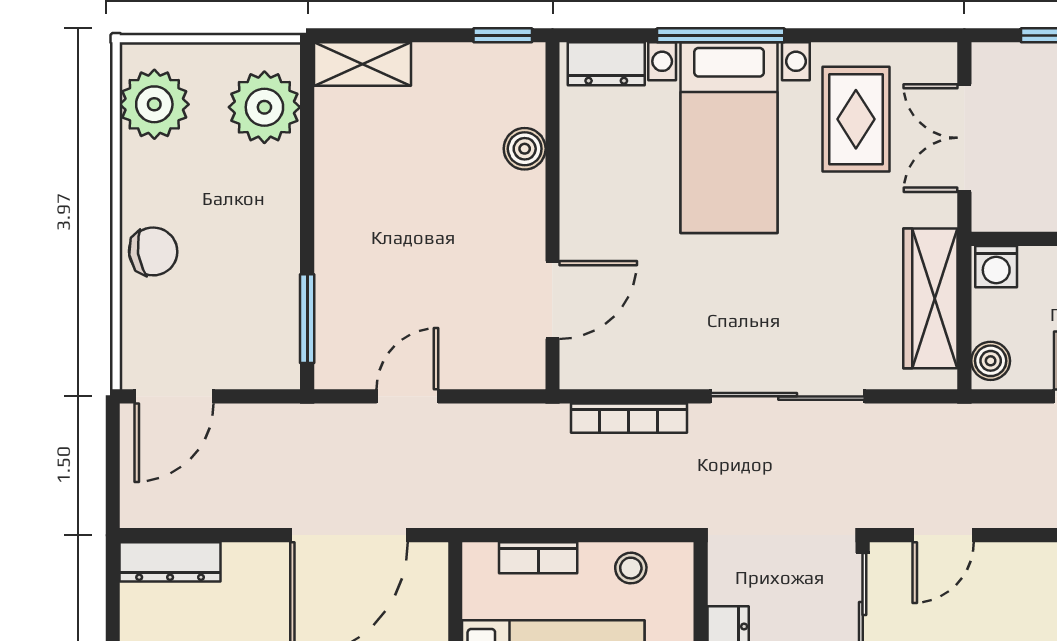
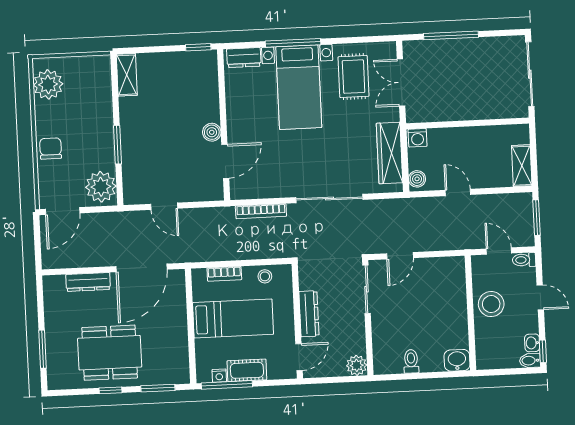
shelving: (362, 64) -> (127, 75), moved, turned 90
plant: (264, 107) -> (101, 187), moved
boiler: (525, 149) -> (212, 132), moved
chair: (153, 251) -> (51, 148), turned -82
window: (307, 319) -> (118, 145), moved
door: (407, 396) -> (164, 206), swing flipped
dresser: (170, 562) -> (88, 282), moved

